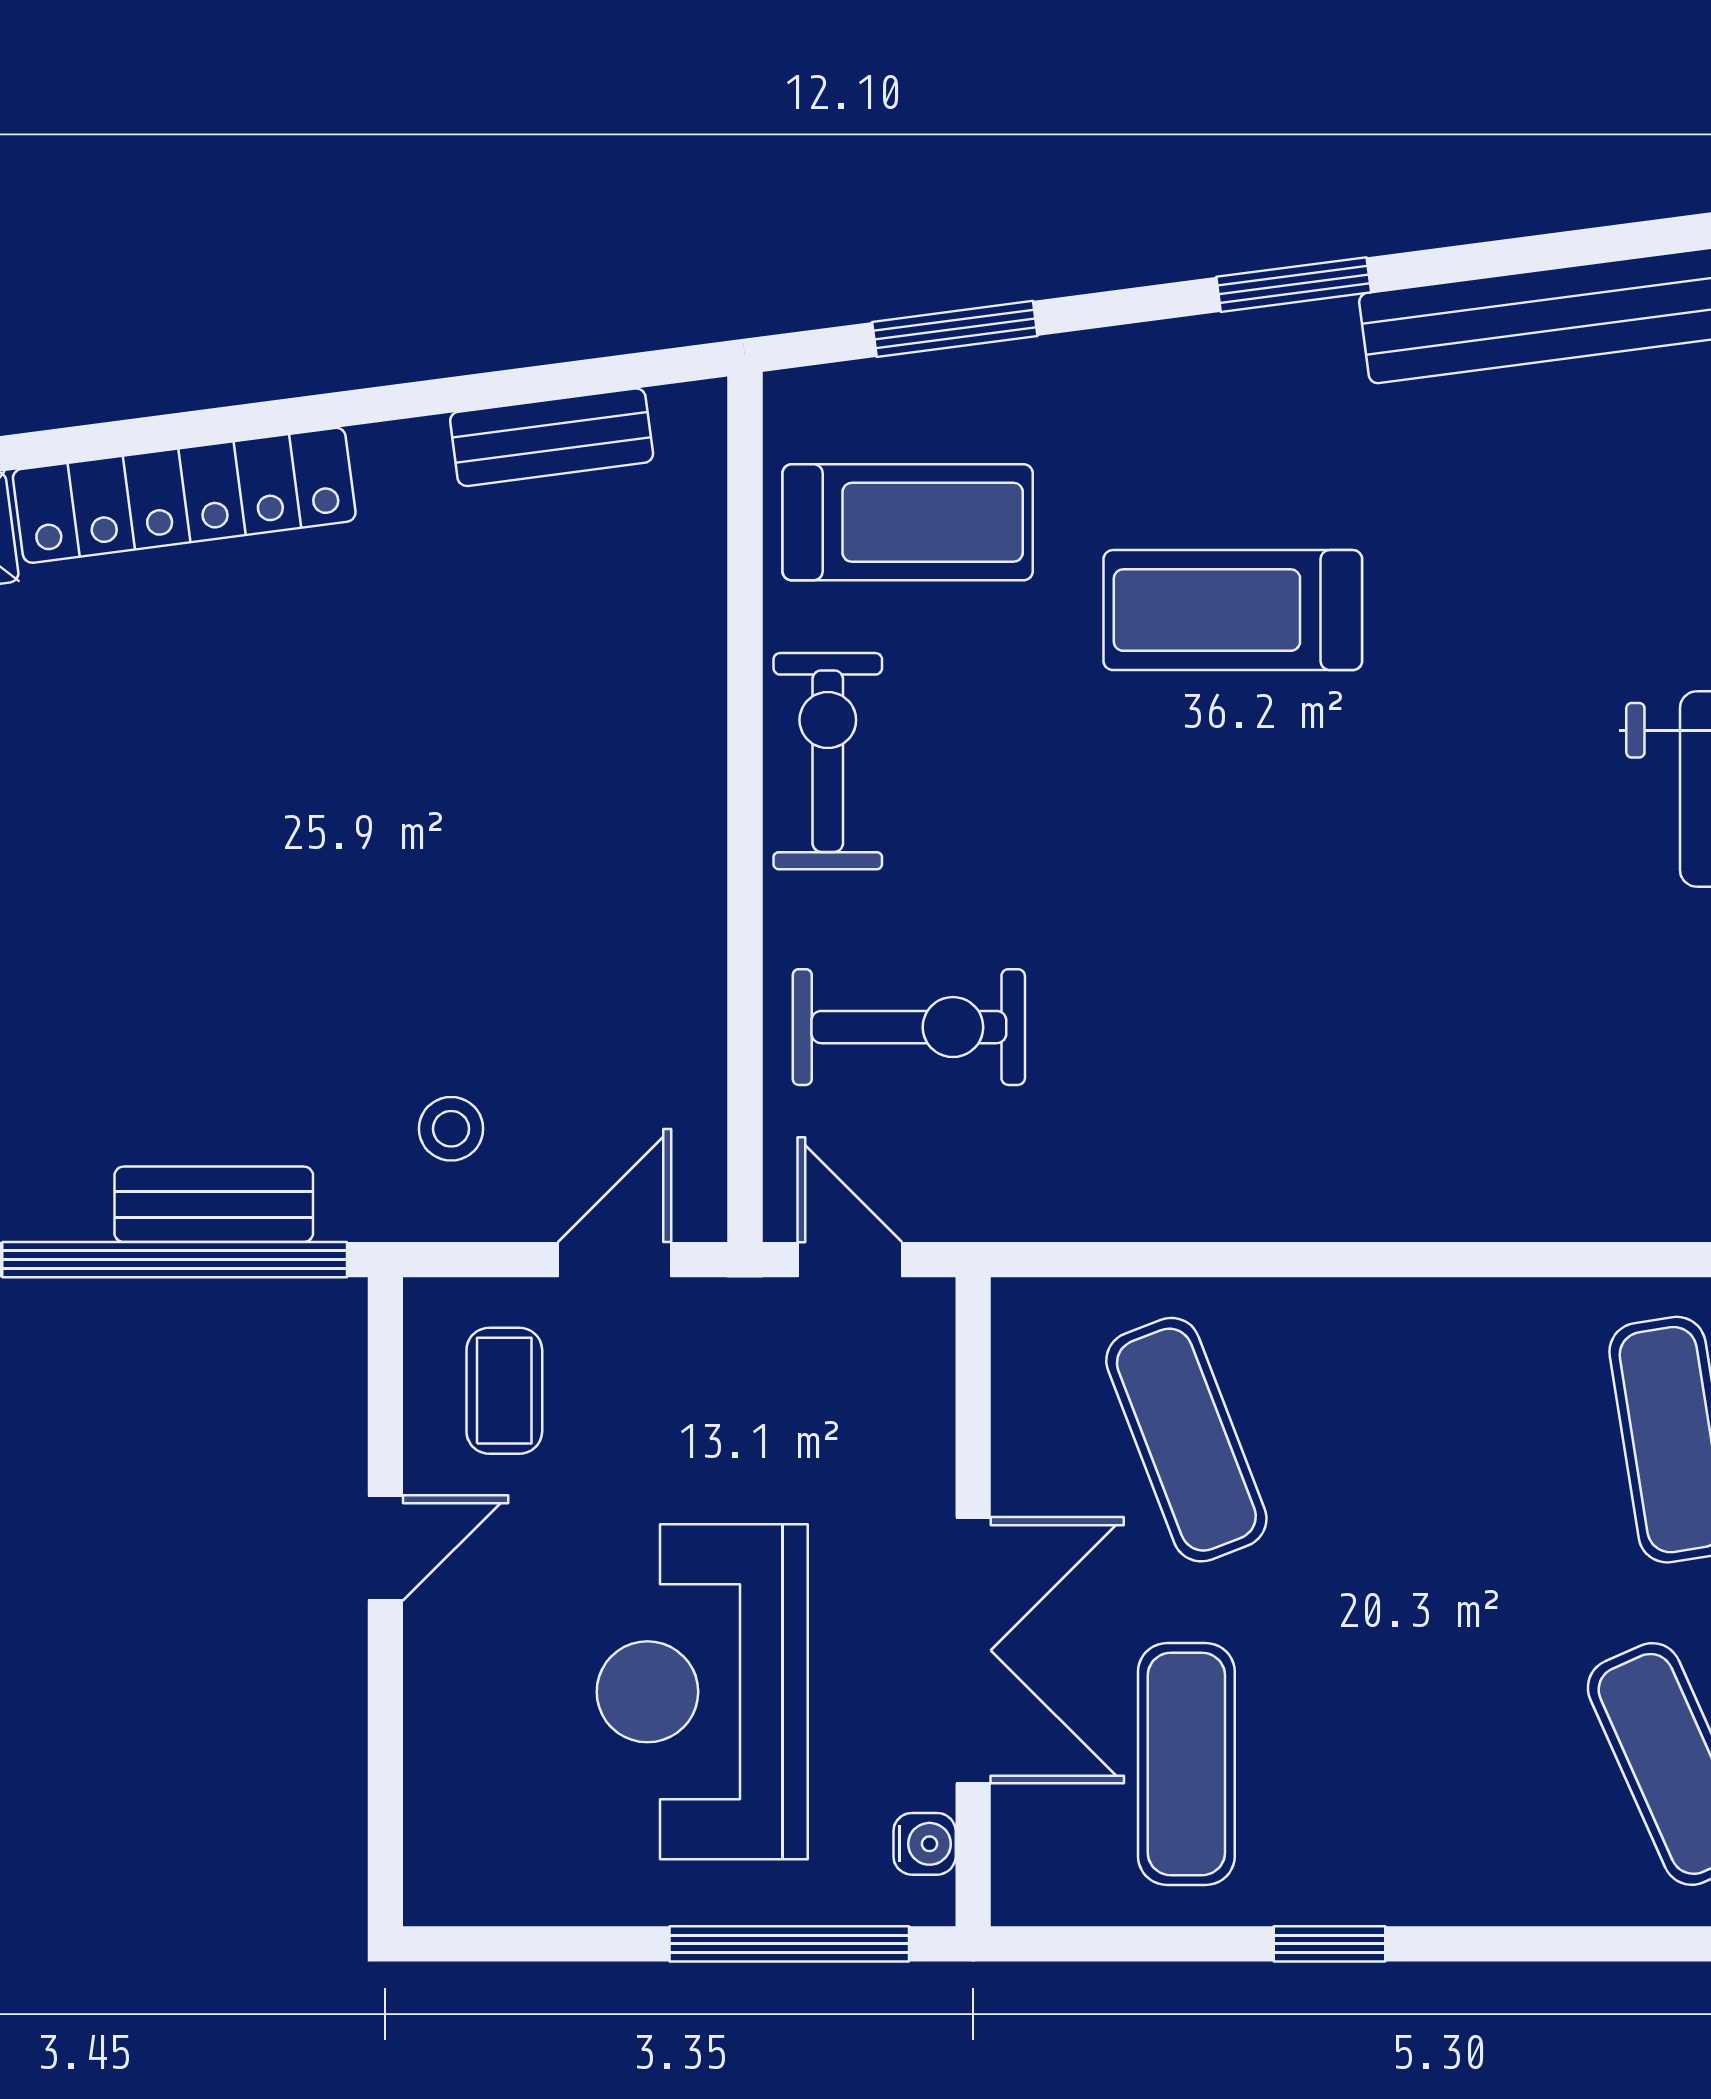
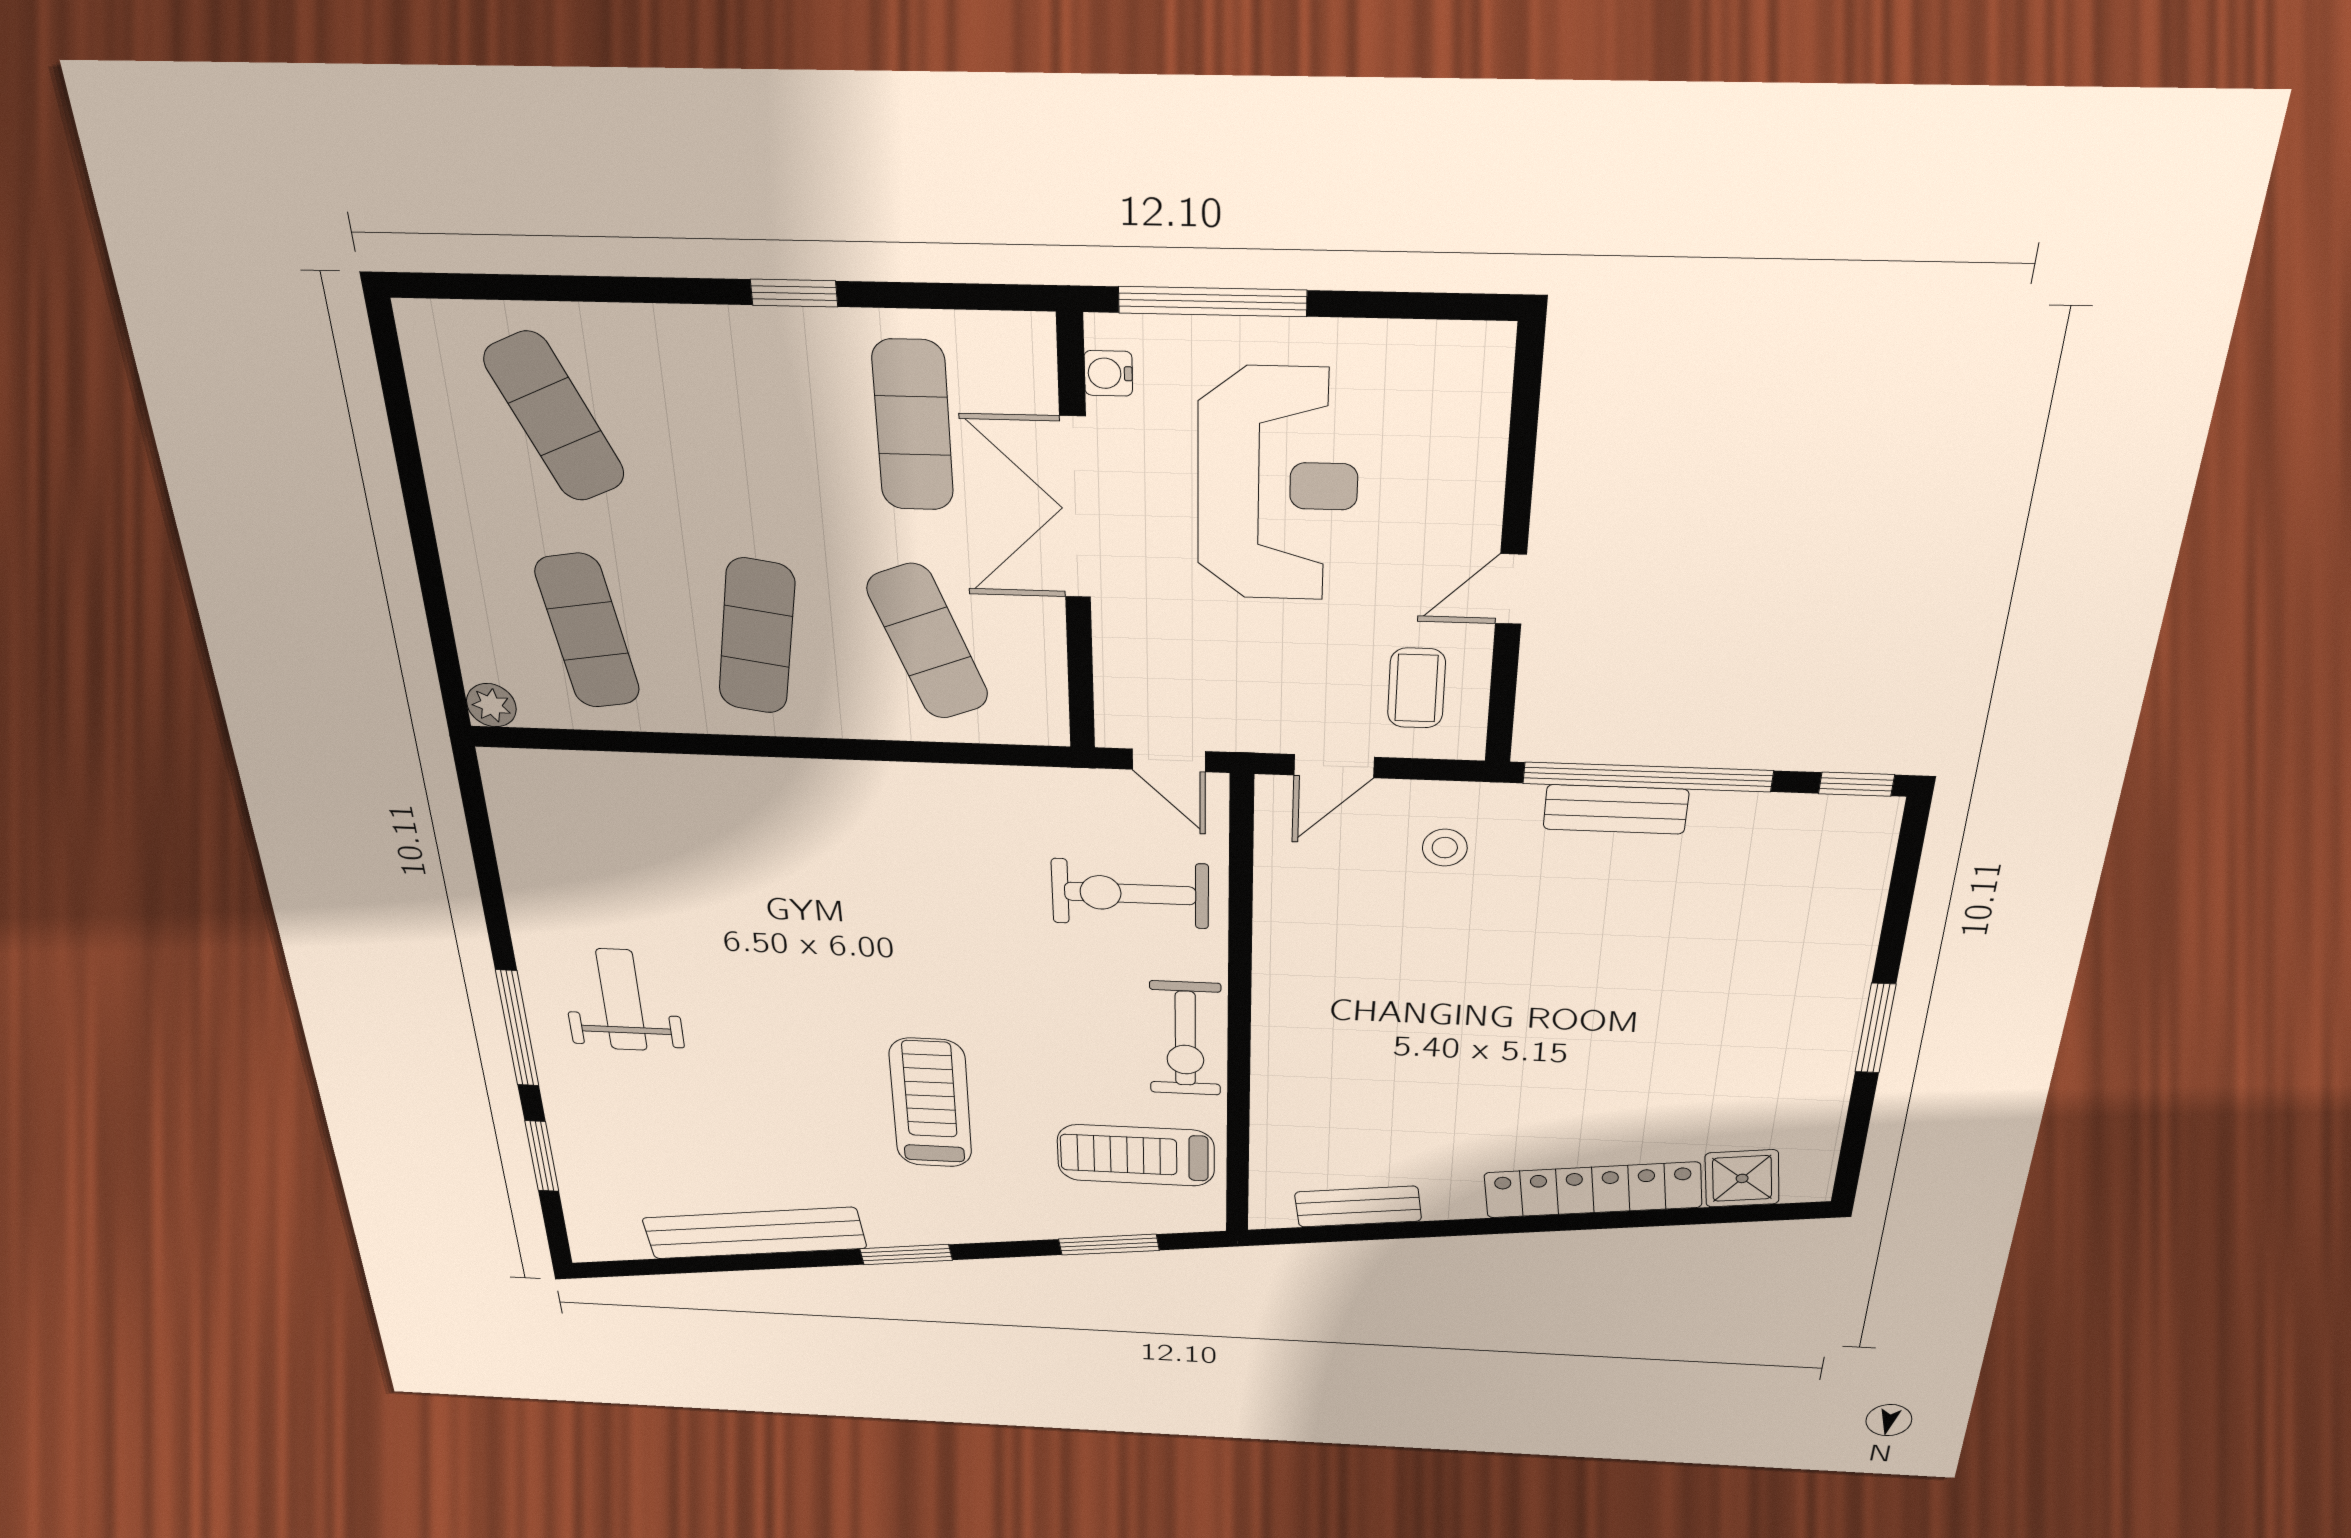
treadmill: (1233, 610) -> (931, 1103), turned -90
exercise mat: (1429, 1440) -> (757, 636), added

